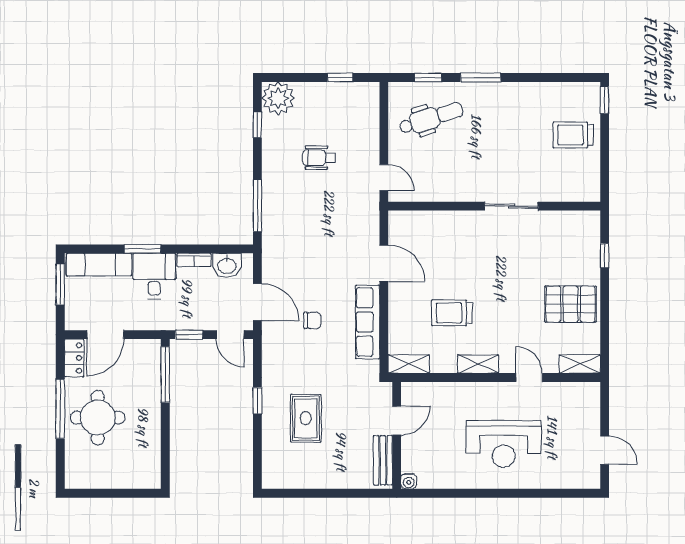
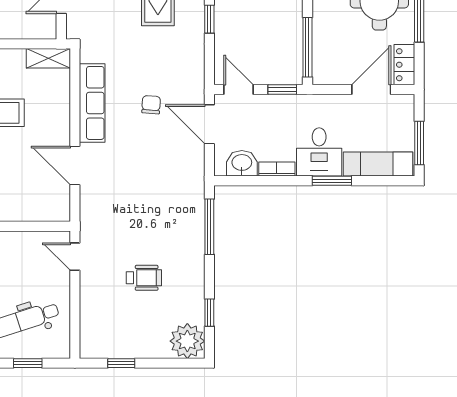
chair: (312, 320) -> (151, 105), turned 94

